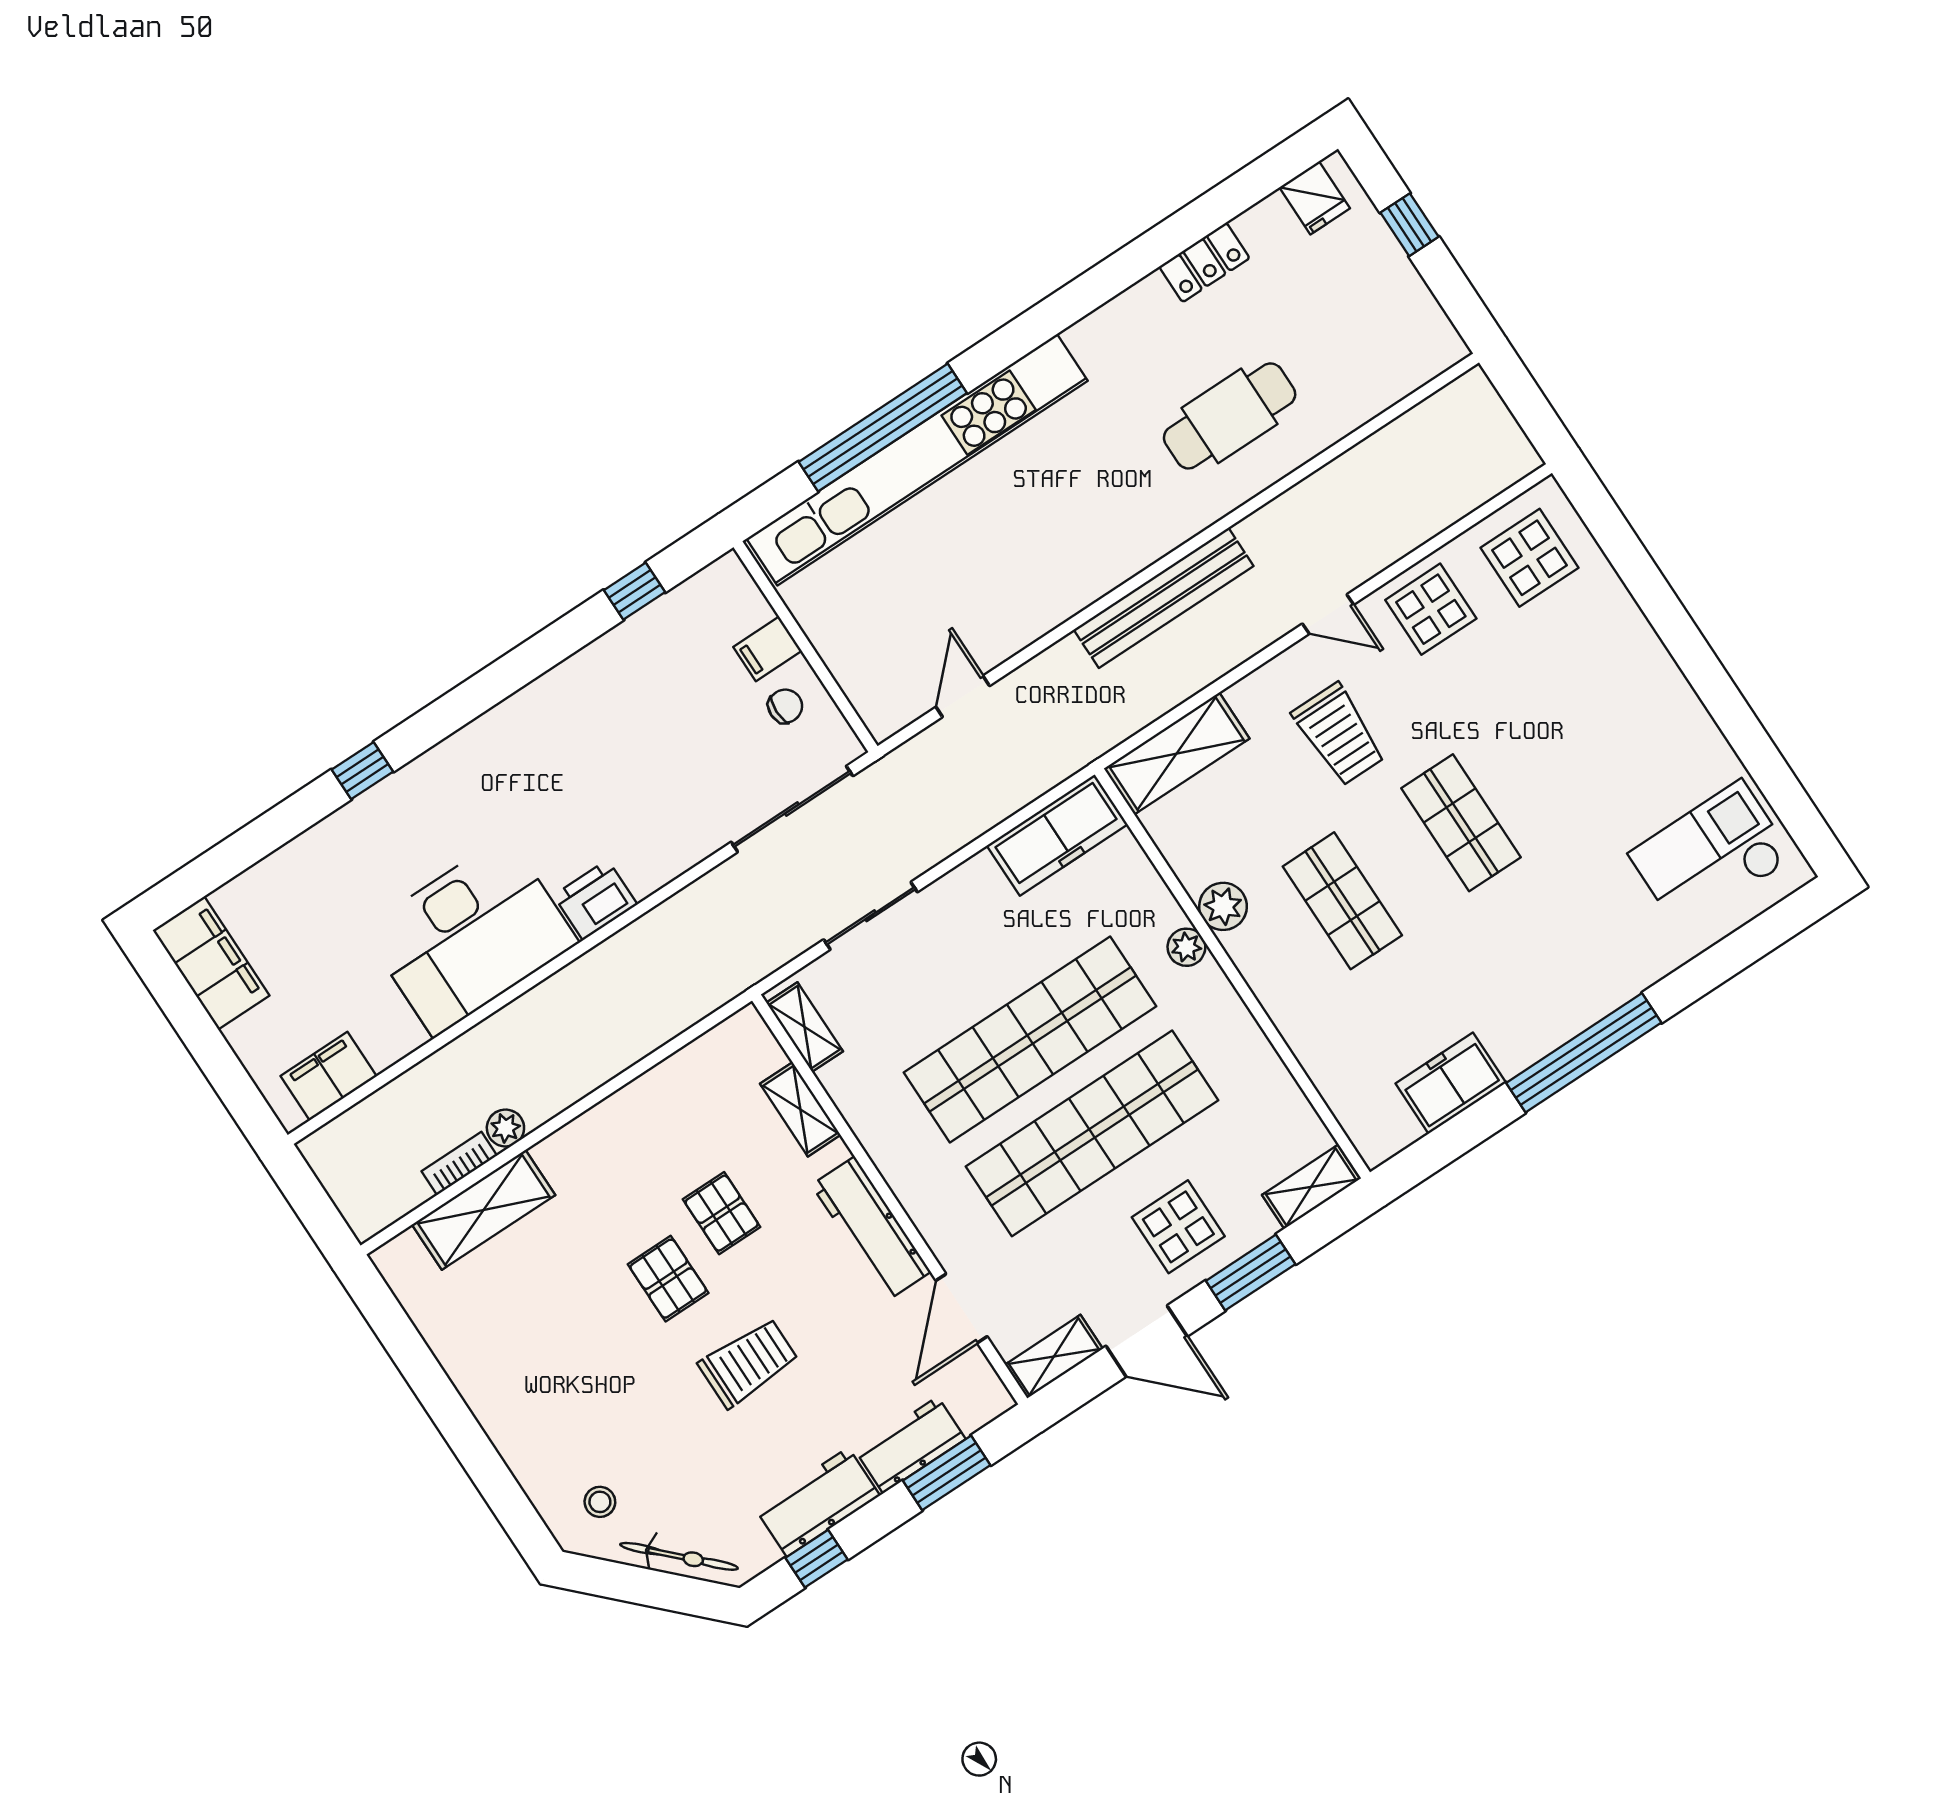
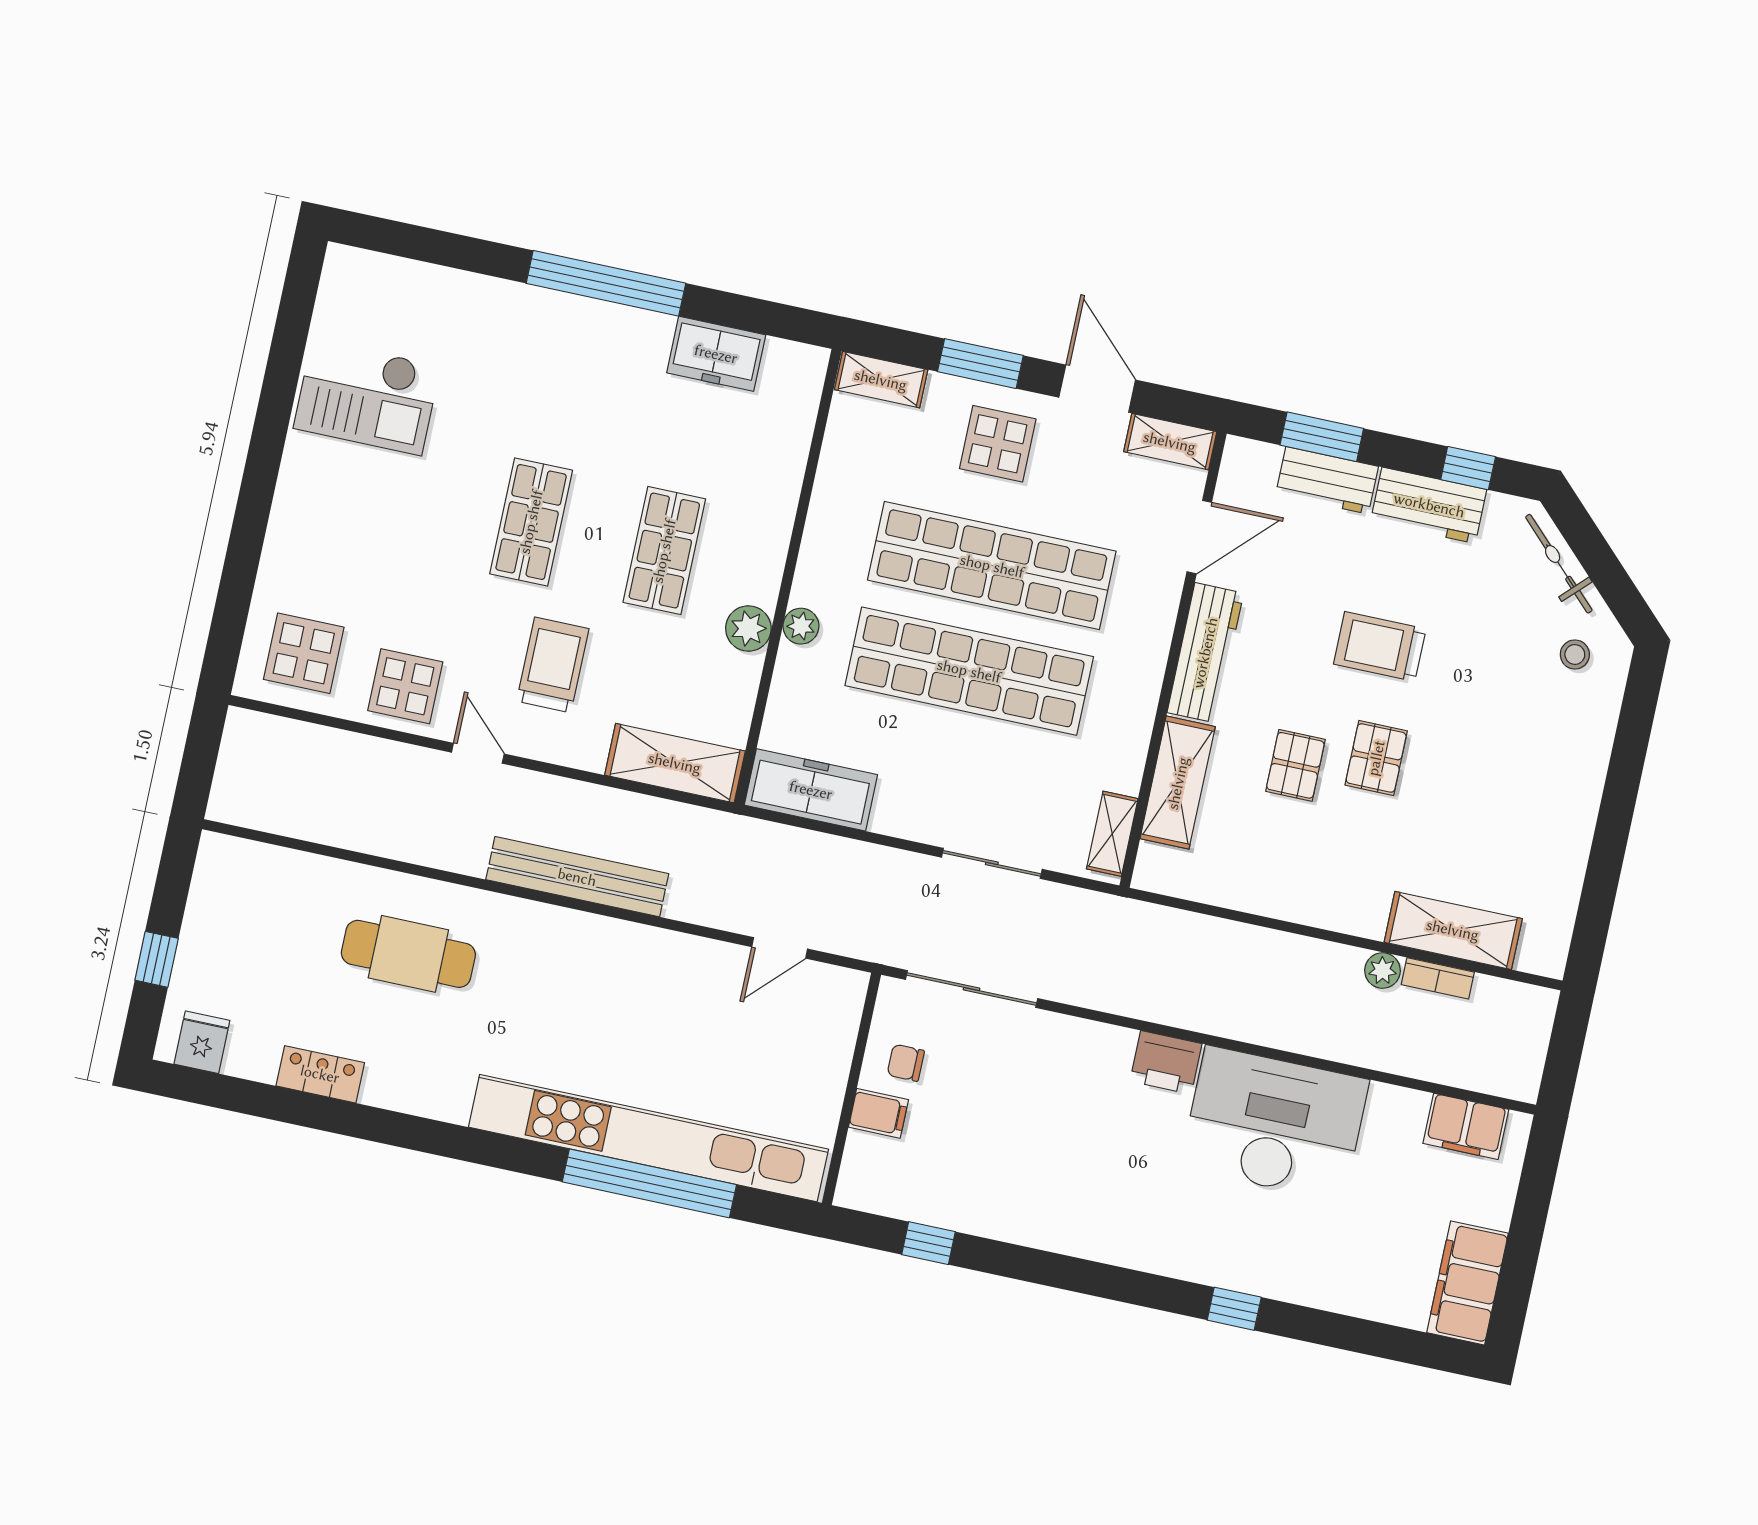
checkout: (1711, 856) -> (367, 397), moved
shelving: (800, 1109) -> (1178, 783), width x1.50, depth x1.33

